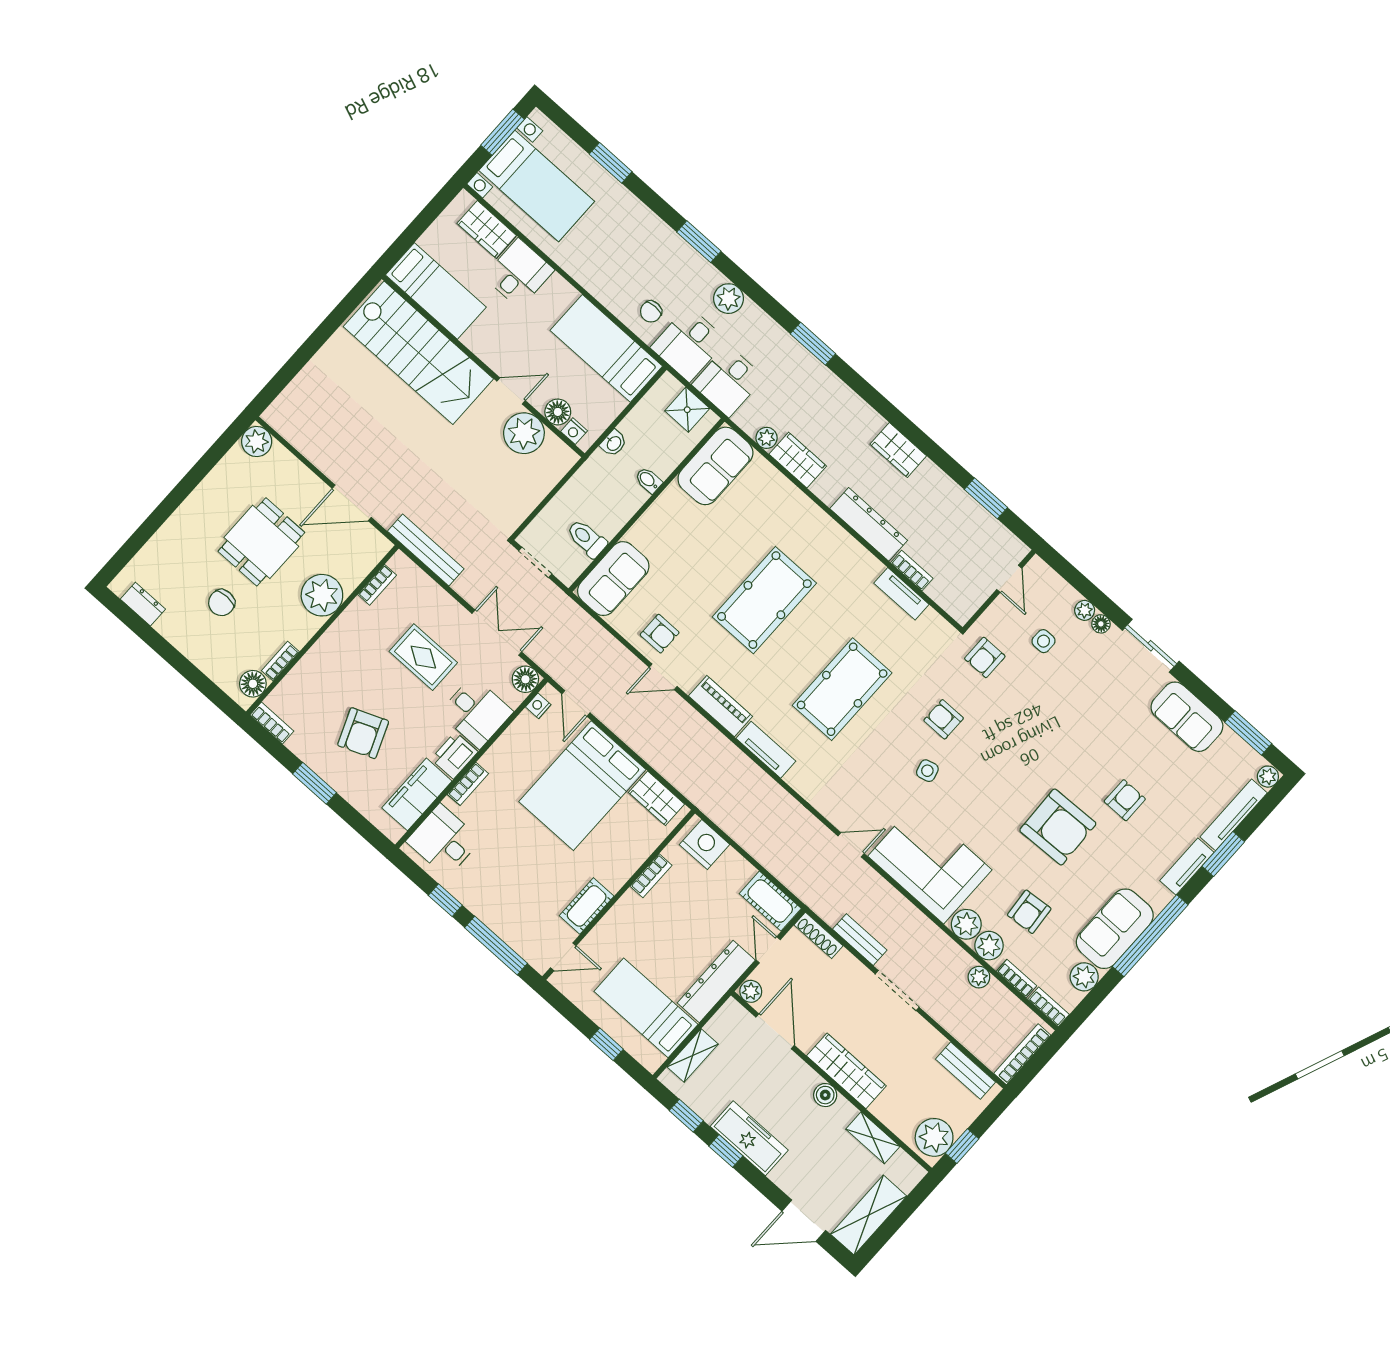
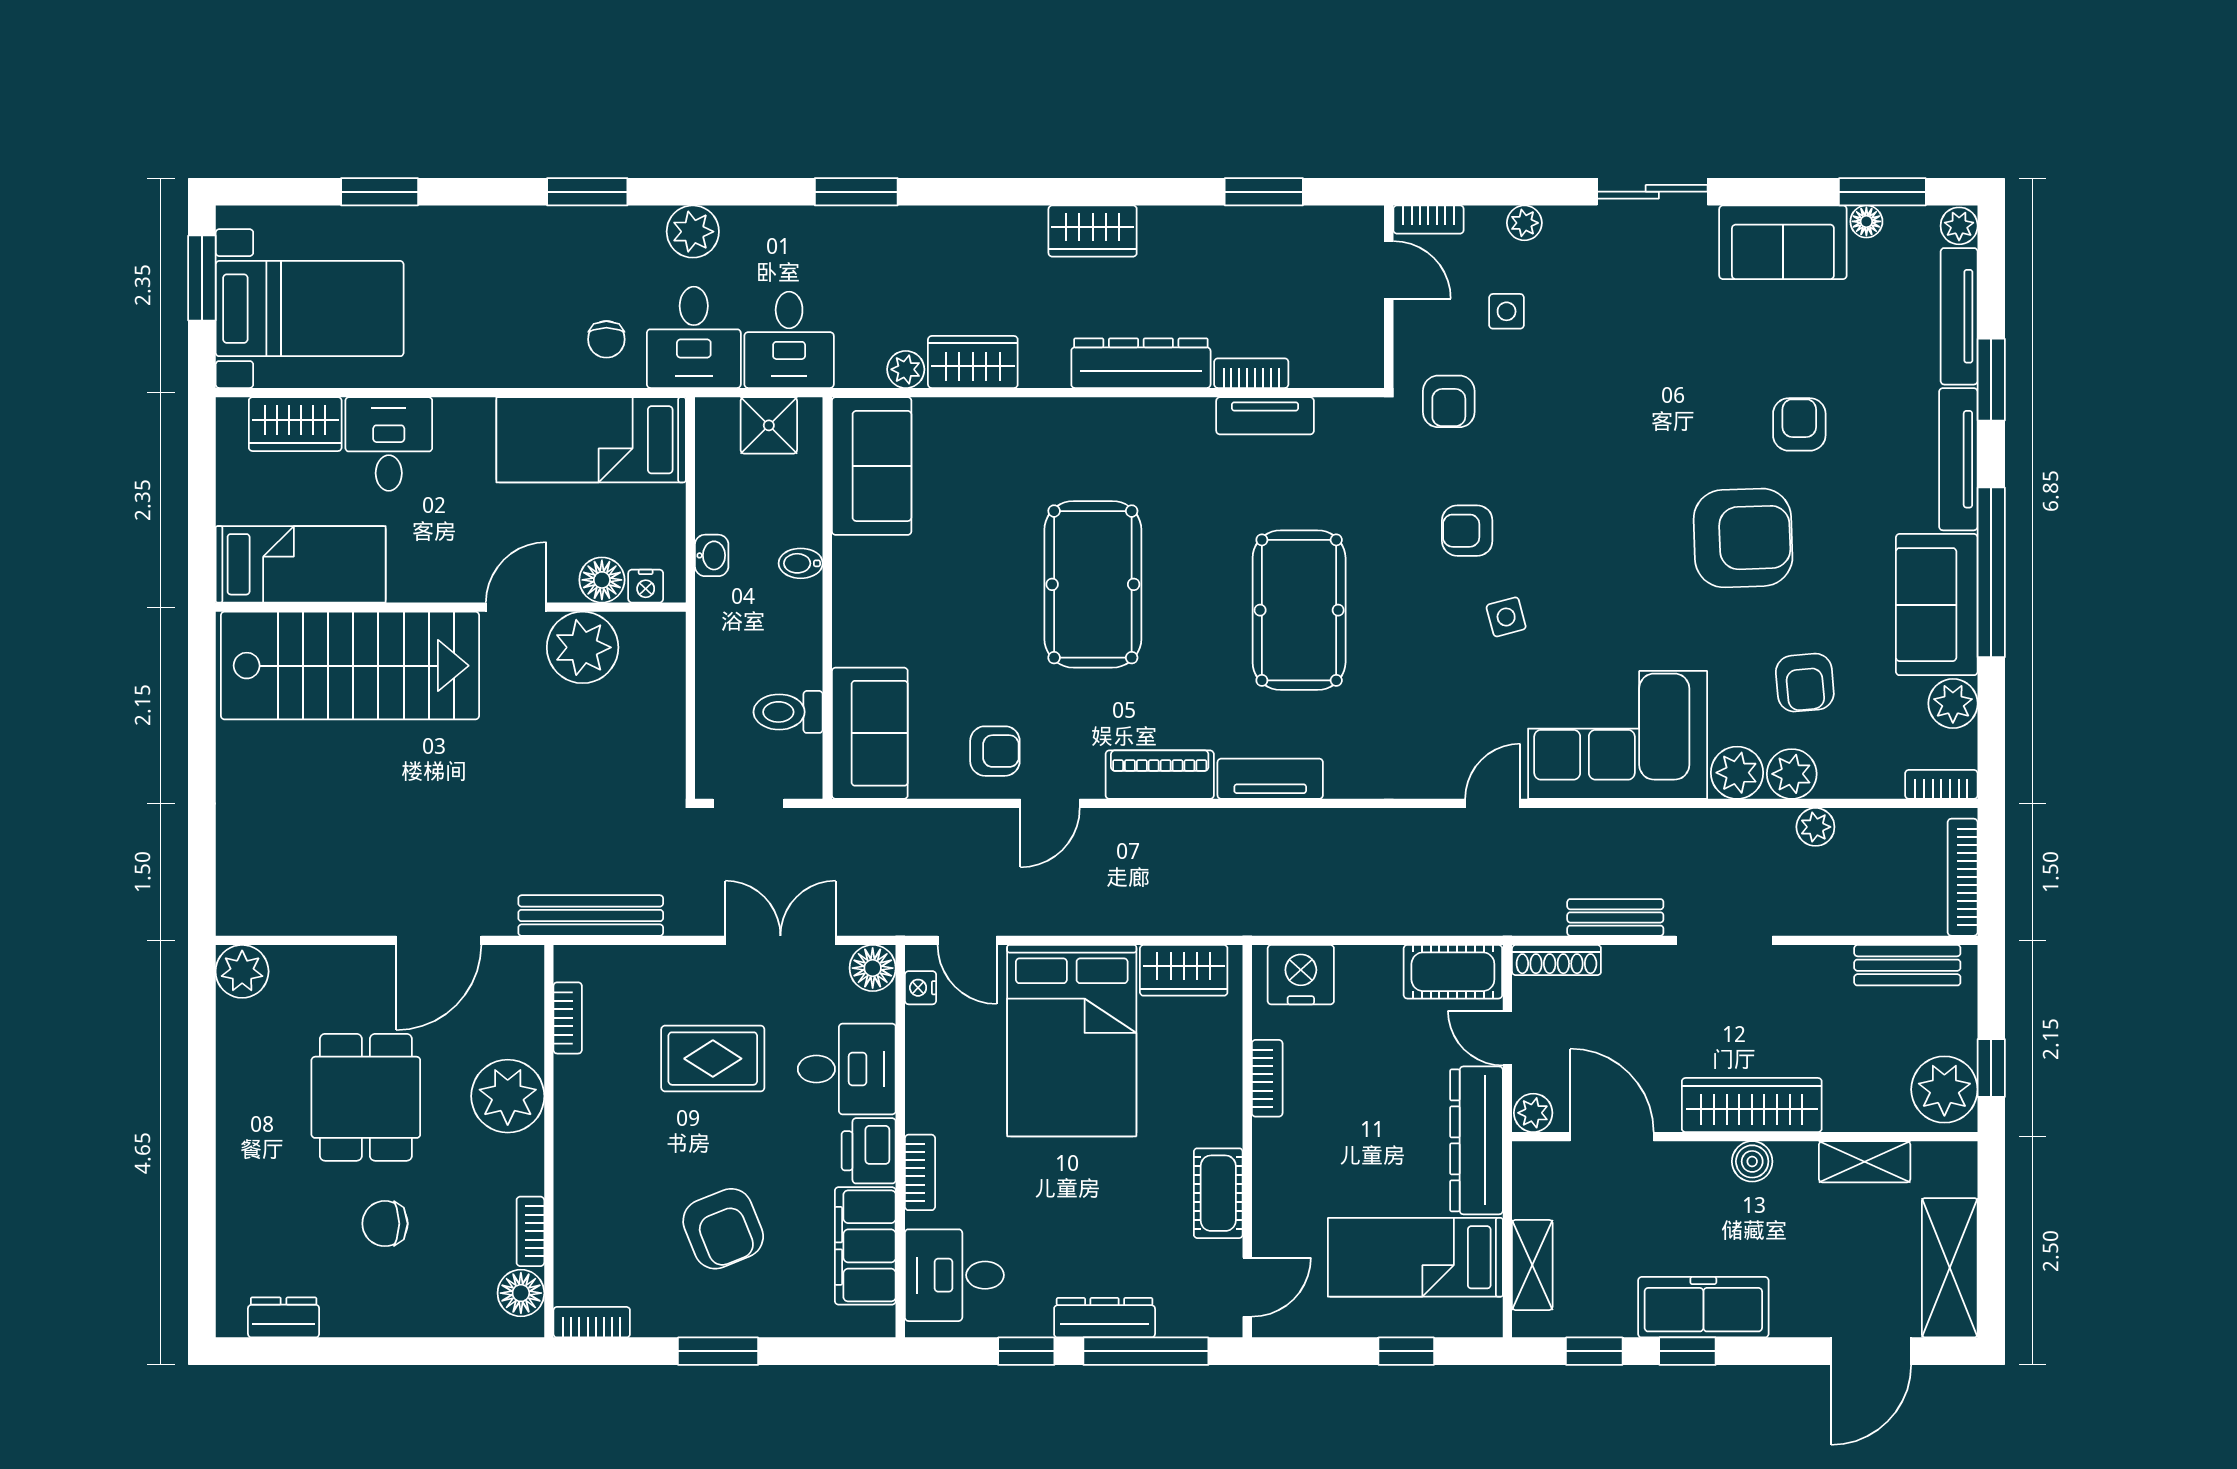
chair: (222, 603) -> (385, 1224), turned 90
floor lamp: (1101, 624) -> (1866, 221), moved
tv unit: (1187, 867) -> (1958, 459), width x1.41
dresser: (491, 916) -> (1105, 1318), added
bookcase: (1017, 979) -> (1428, 220), moved, turned 180

